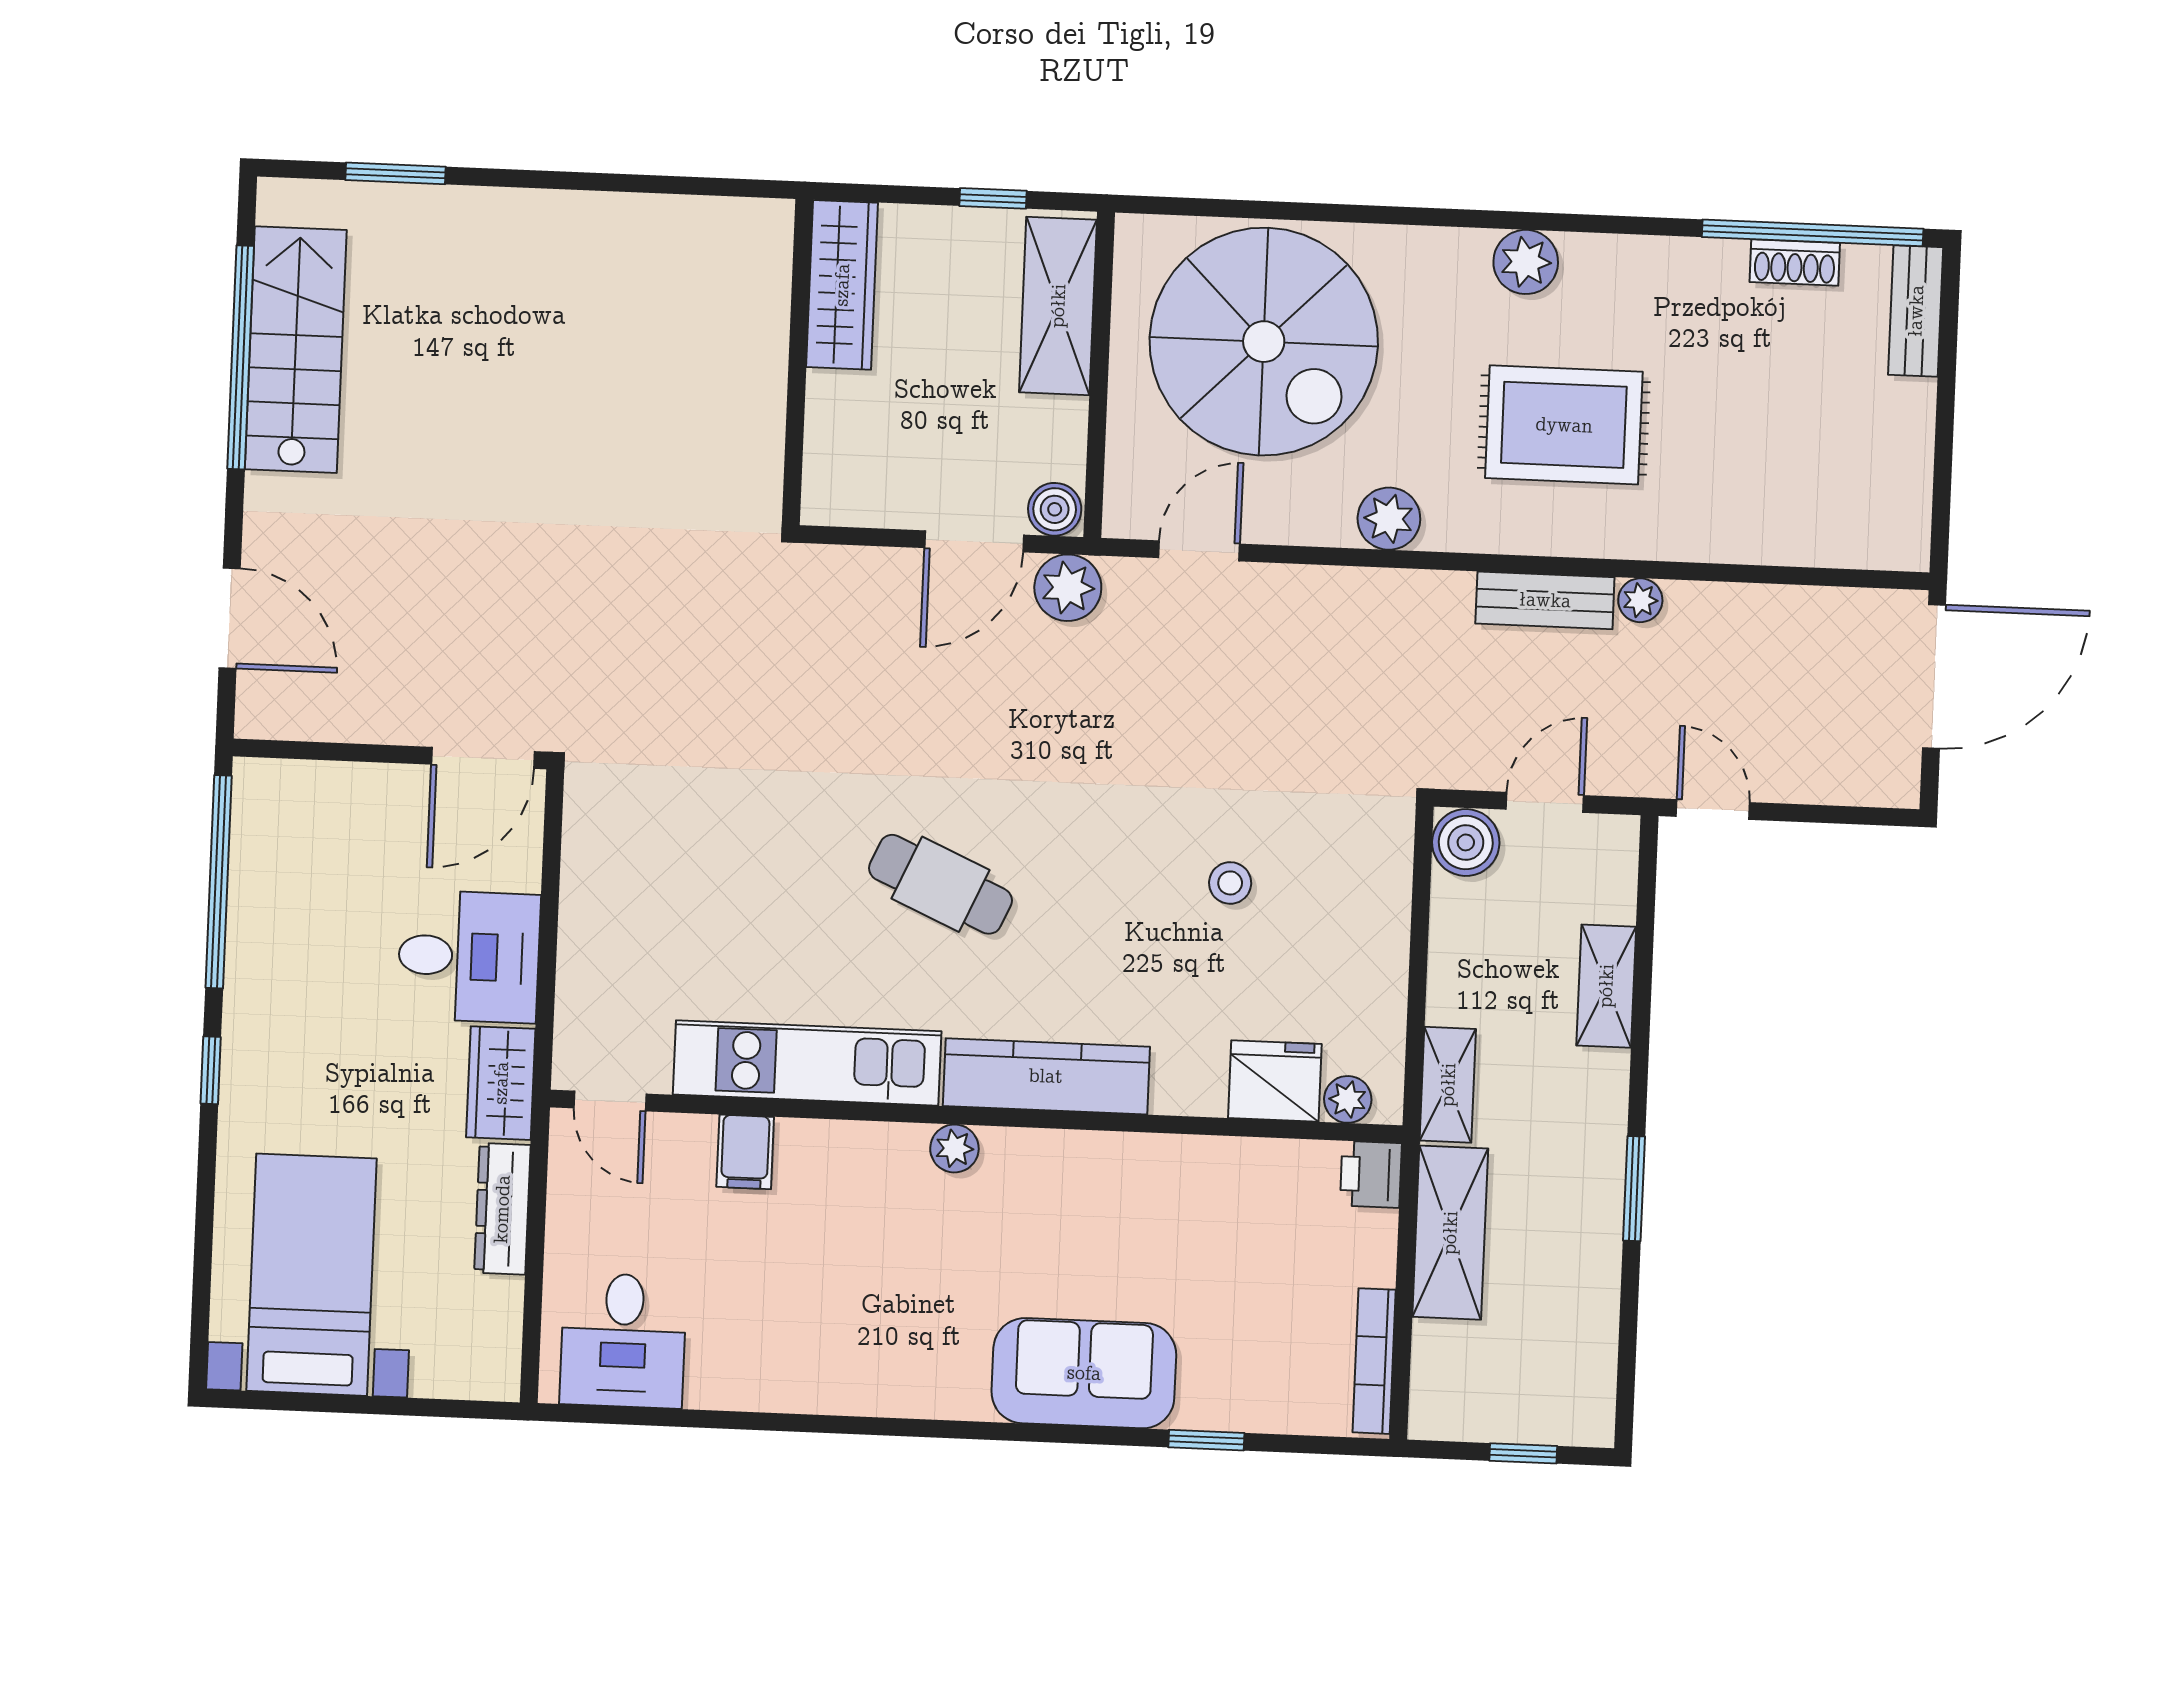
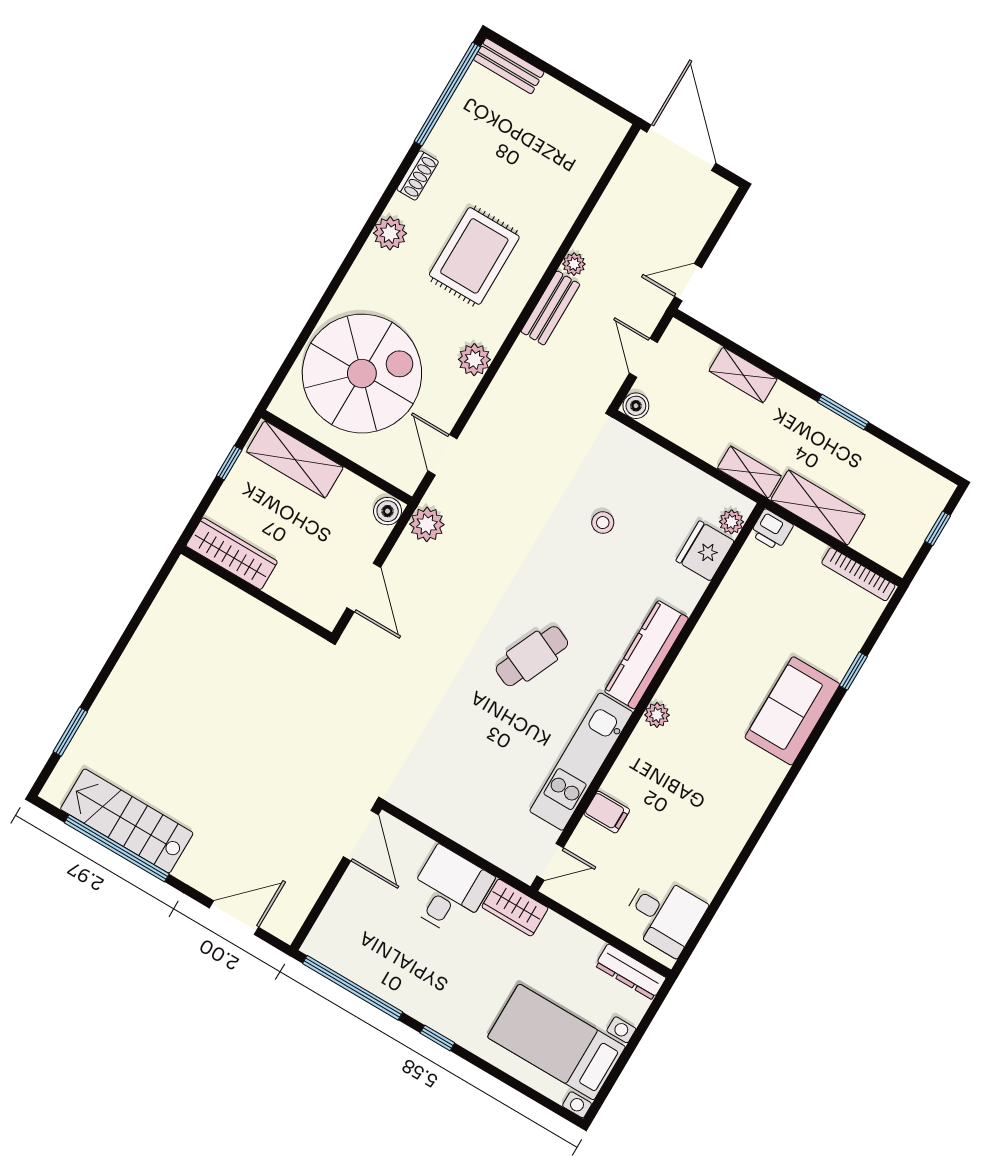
shoe rack: (1795, 262) -> (418, 175), moved
door: (974, 541) -> (364, 588), moved
boiler: (1466, 842) -> (636, 406), width x0.73, depth x0.73
dresser: (502, 1209) -> (631, 972), moved

